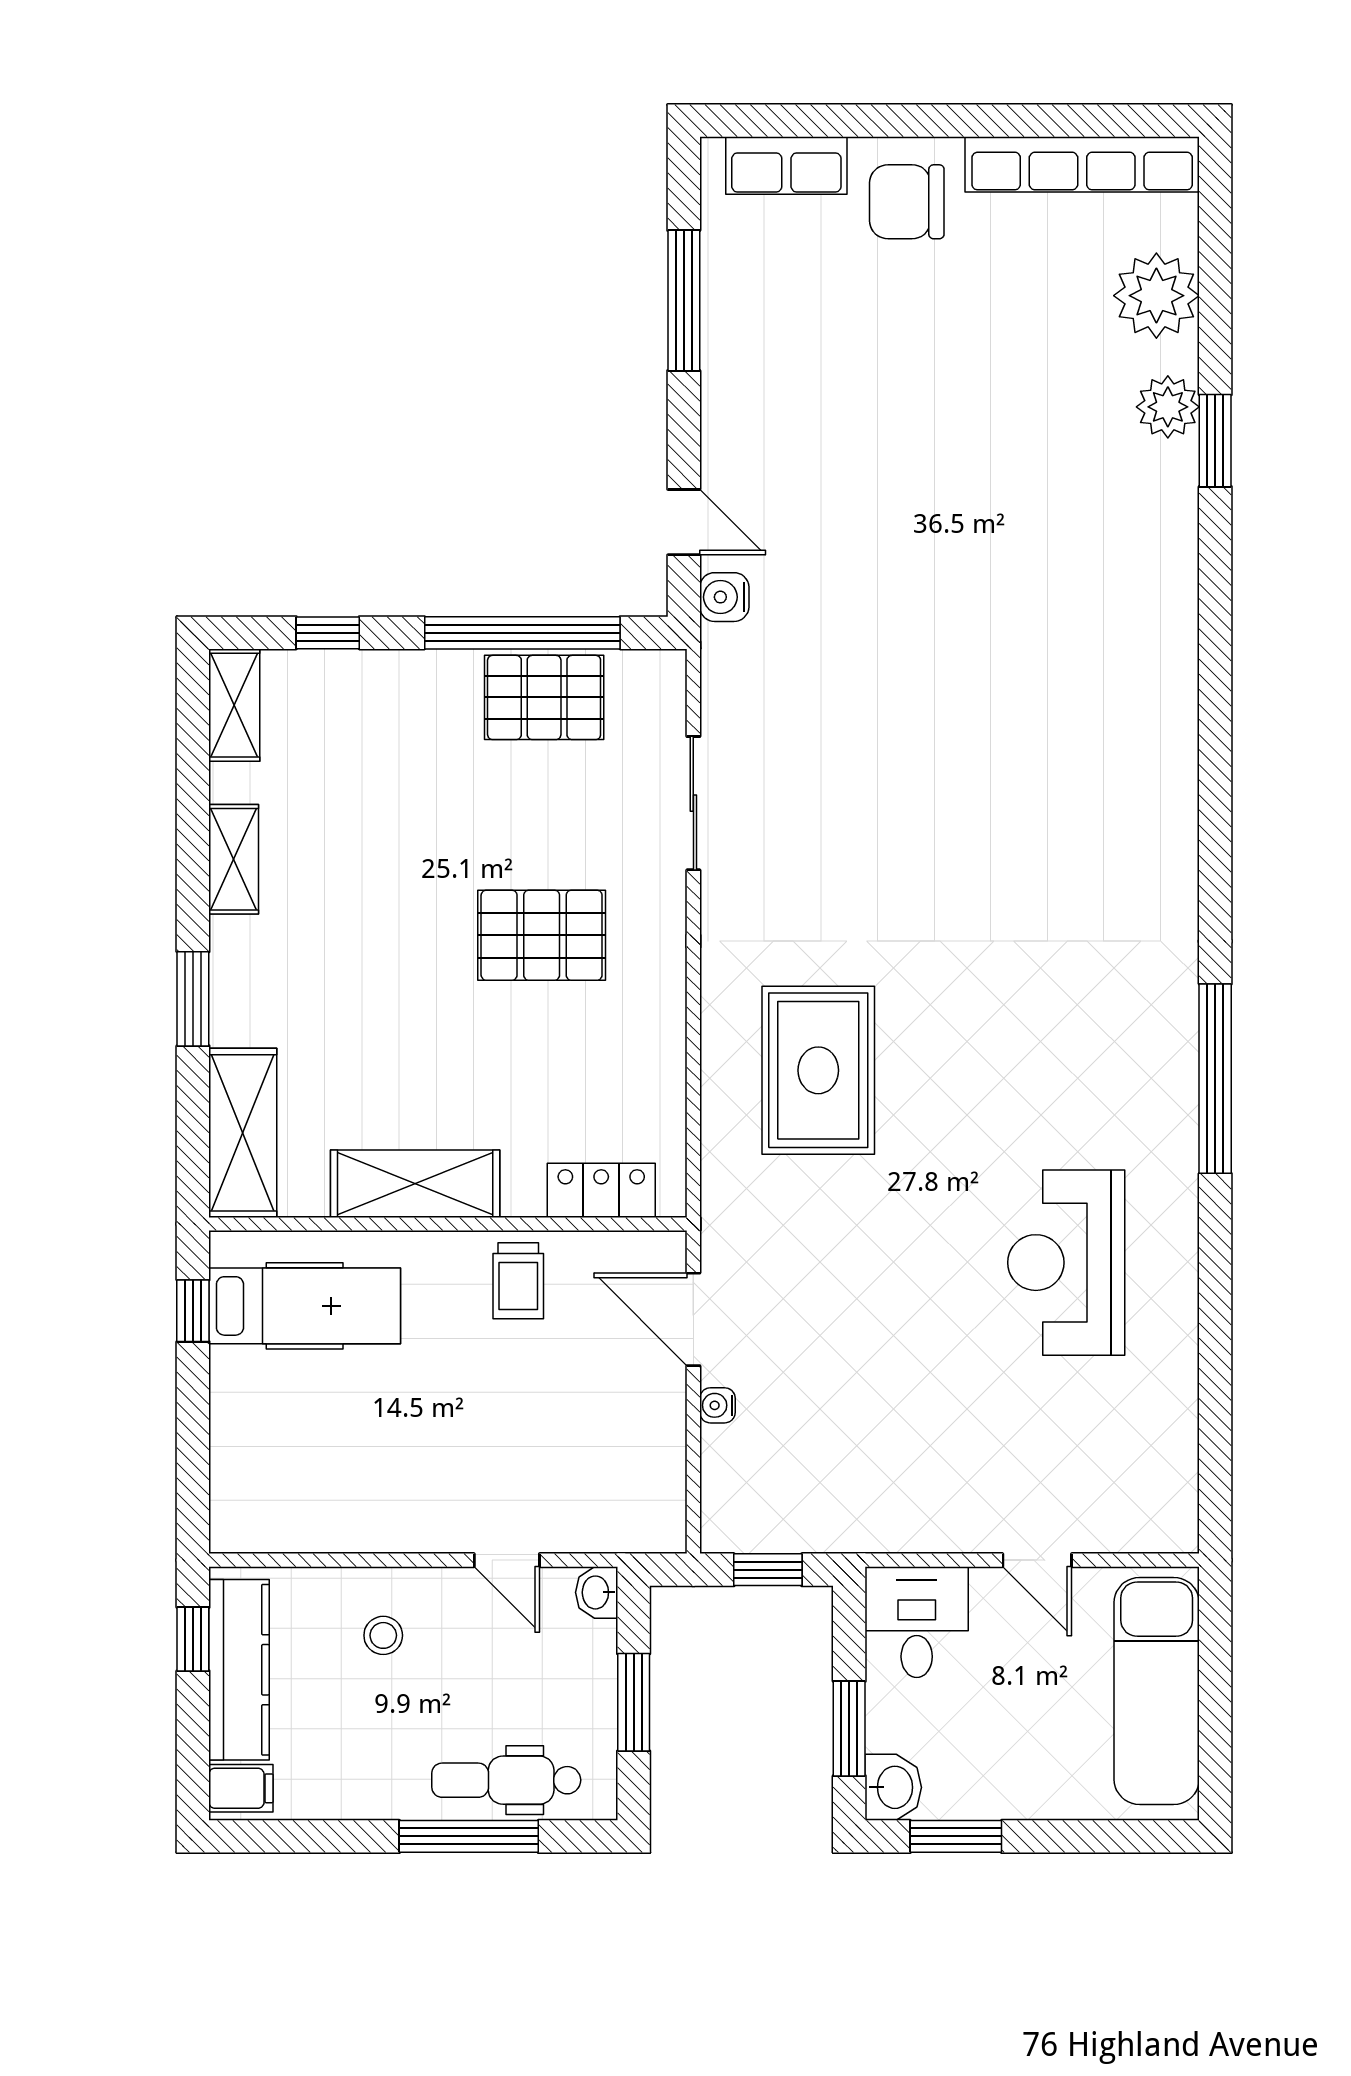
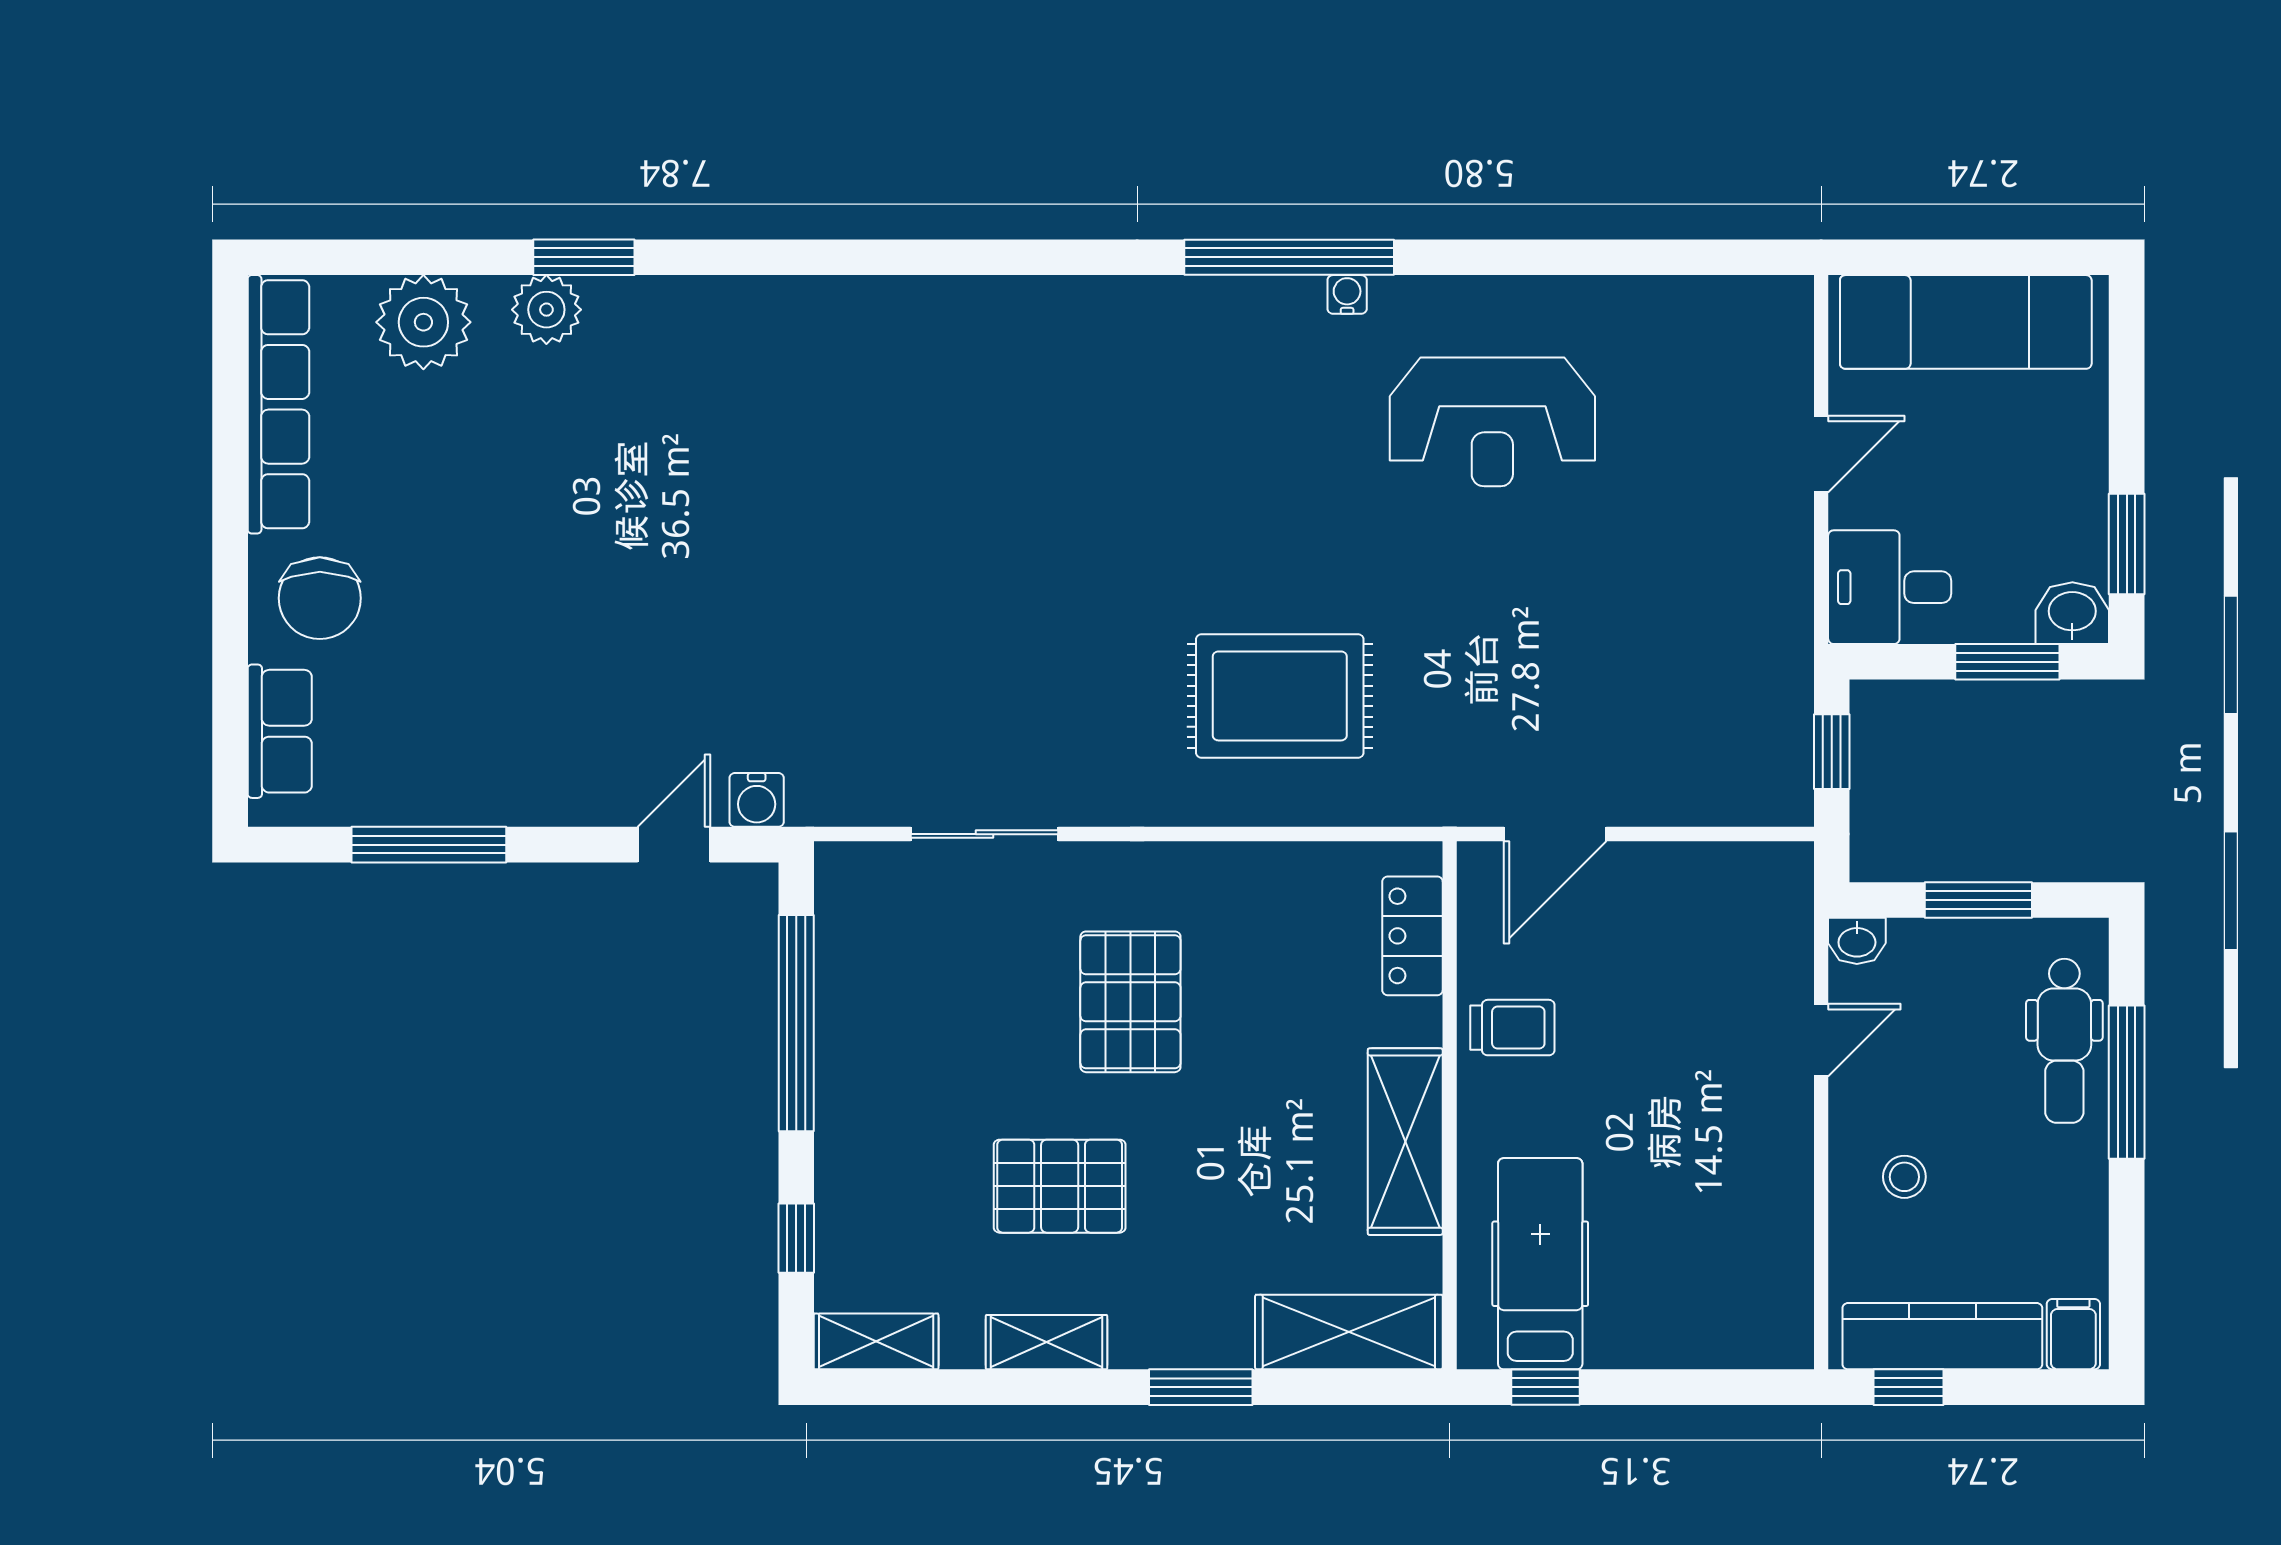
pallet: (544, 697) -> (1060, 1186), moved, turned 90
water cooler: (717, 1405) -> (1347, 294), moved, turned 180

